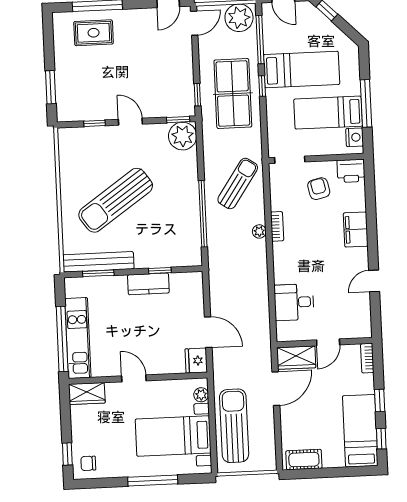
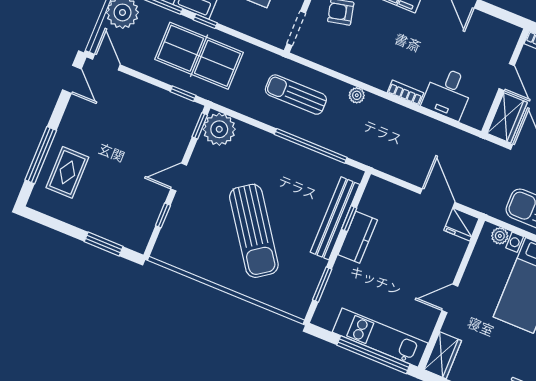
sun lounger: (238, 184) -> (296, 95), turned -34
bookcase: (277, 226) -> (405, 93), moved
bench: (98, 262) -> (335, 218), moved
door: (208, 332) -> (438, 198), hinge flipped

